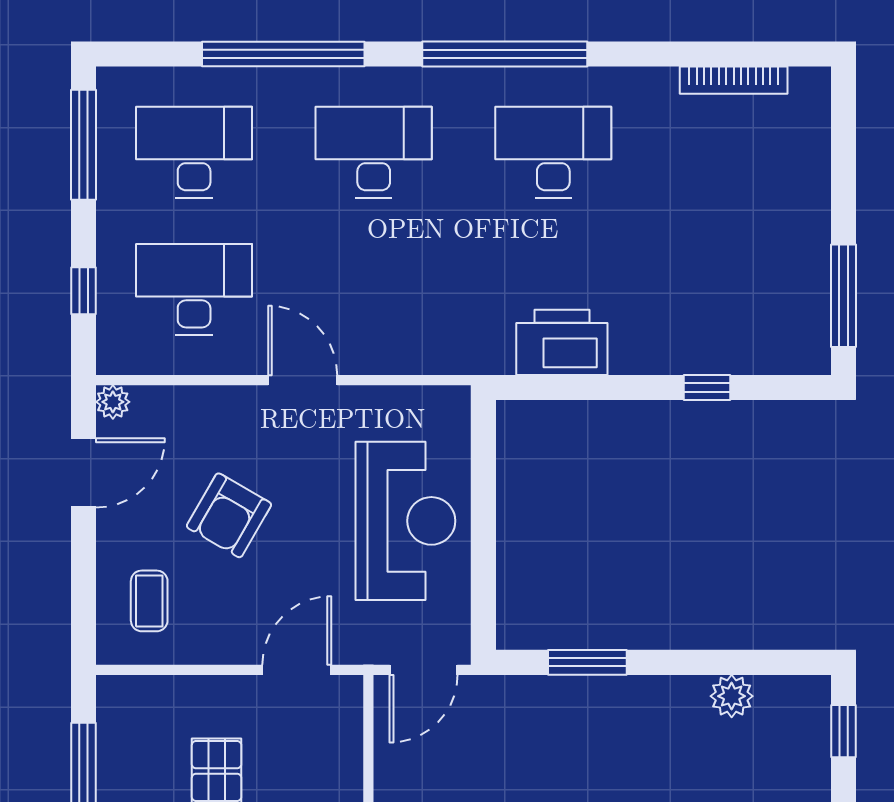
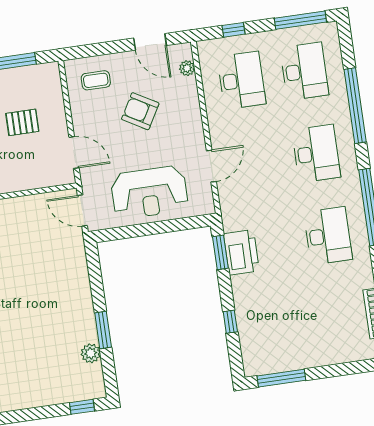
door: (303, 380) -> (211, 166), moved
window: (556, 388) -> (220, 252), added
plant: (113, 402) -> (187, 68), moved
window: (587, 662) -> (103, 330), moved

